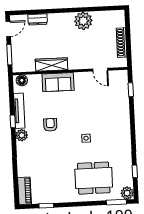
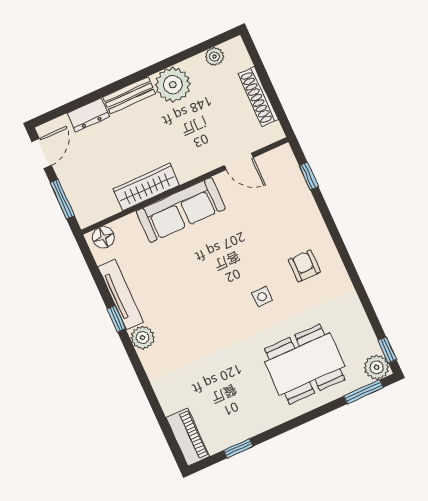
plant: (108, 15) -> (214, 56), added
bench: (61, 18) -> (129, 95), added
sofa: (58, 82) -> (181, 210), width x1.36
armchair: (50, 125) -> (304, 266), moved
window: (135, 171) -> (387, 350), moved

